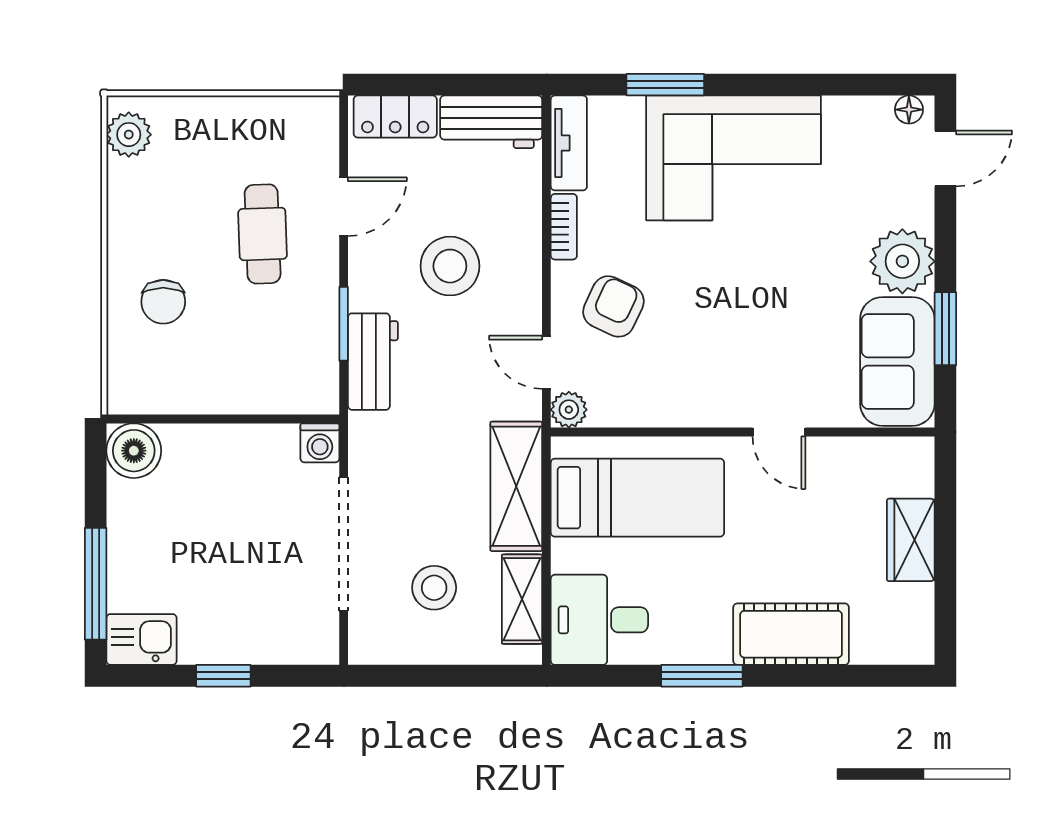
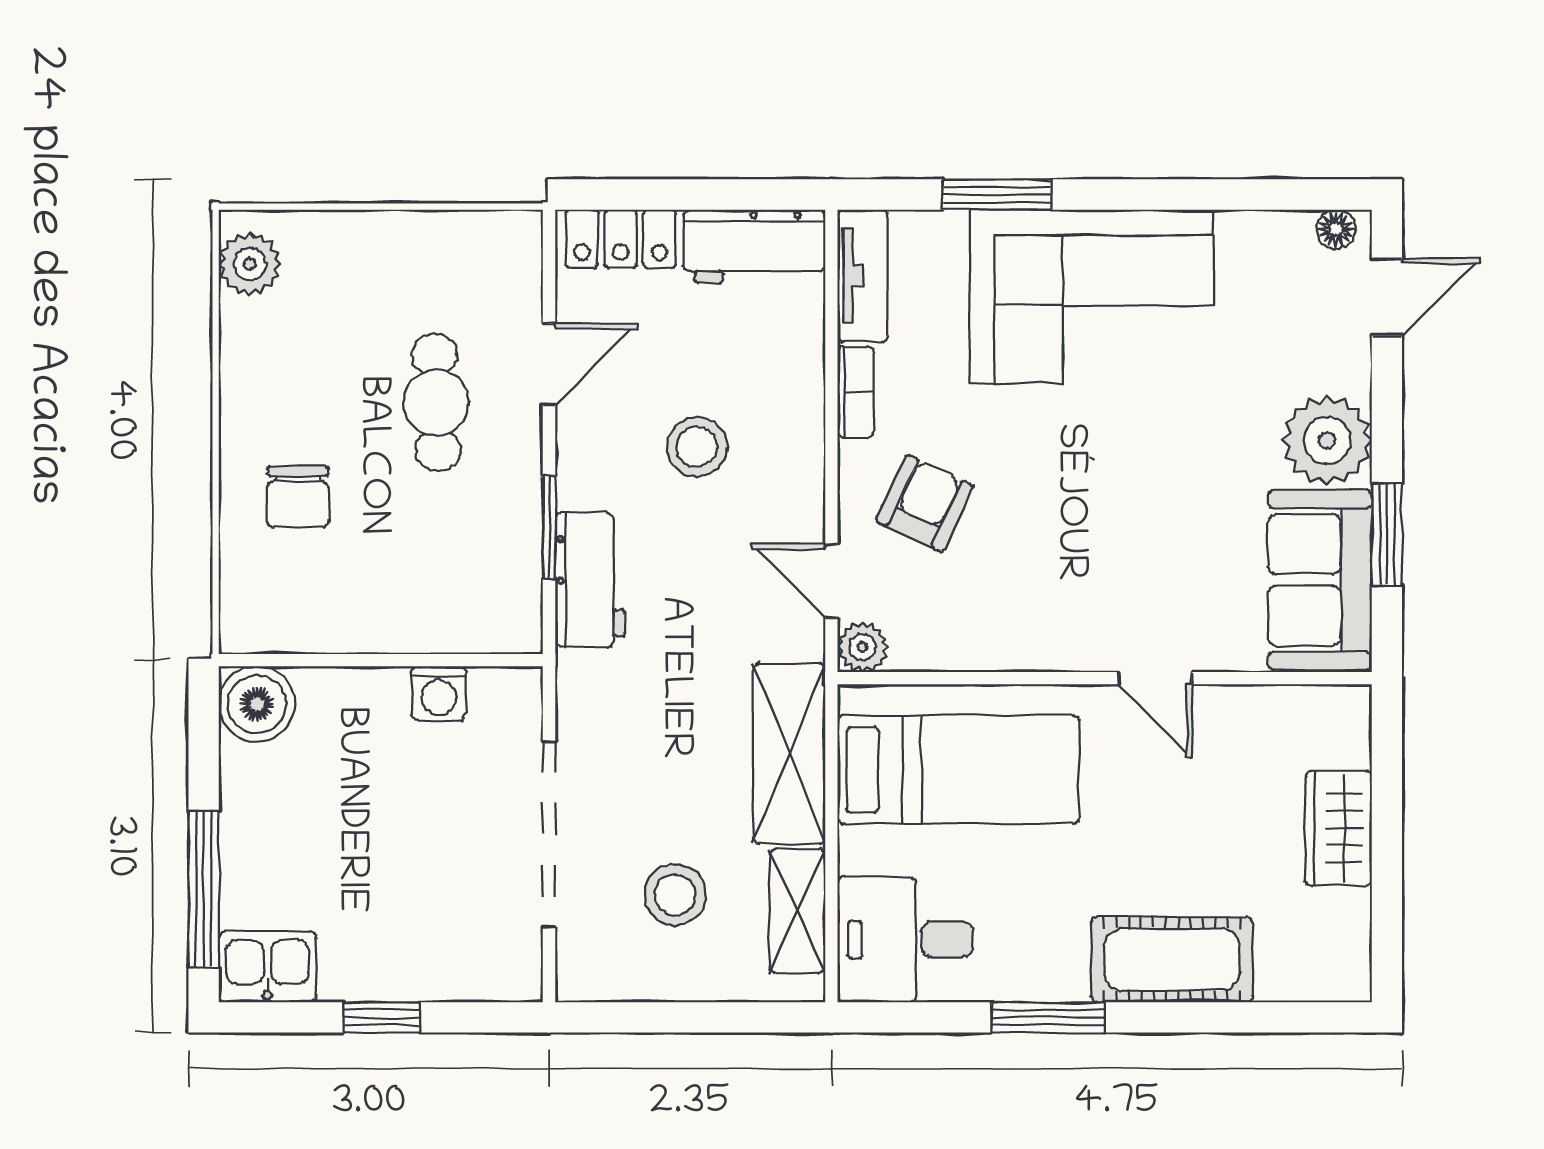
stool: (450, 266) -> (697, 447), width x0.73, depth x0.73
washing machine: (320, 443) -> (439, 693), moved

